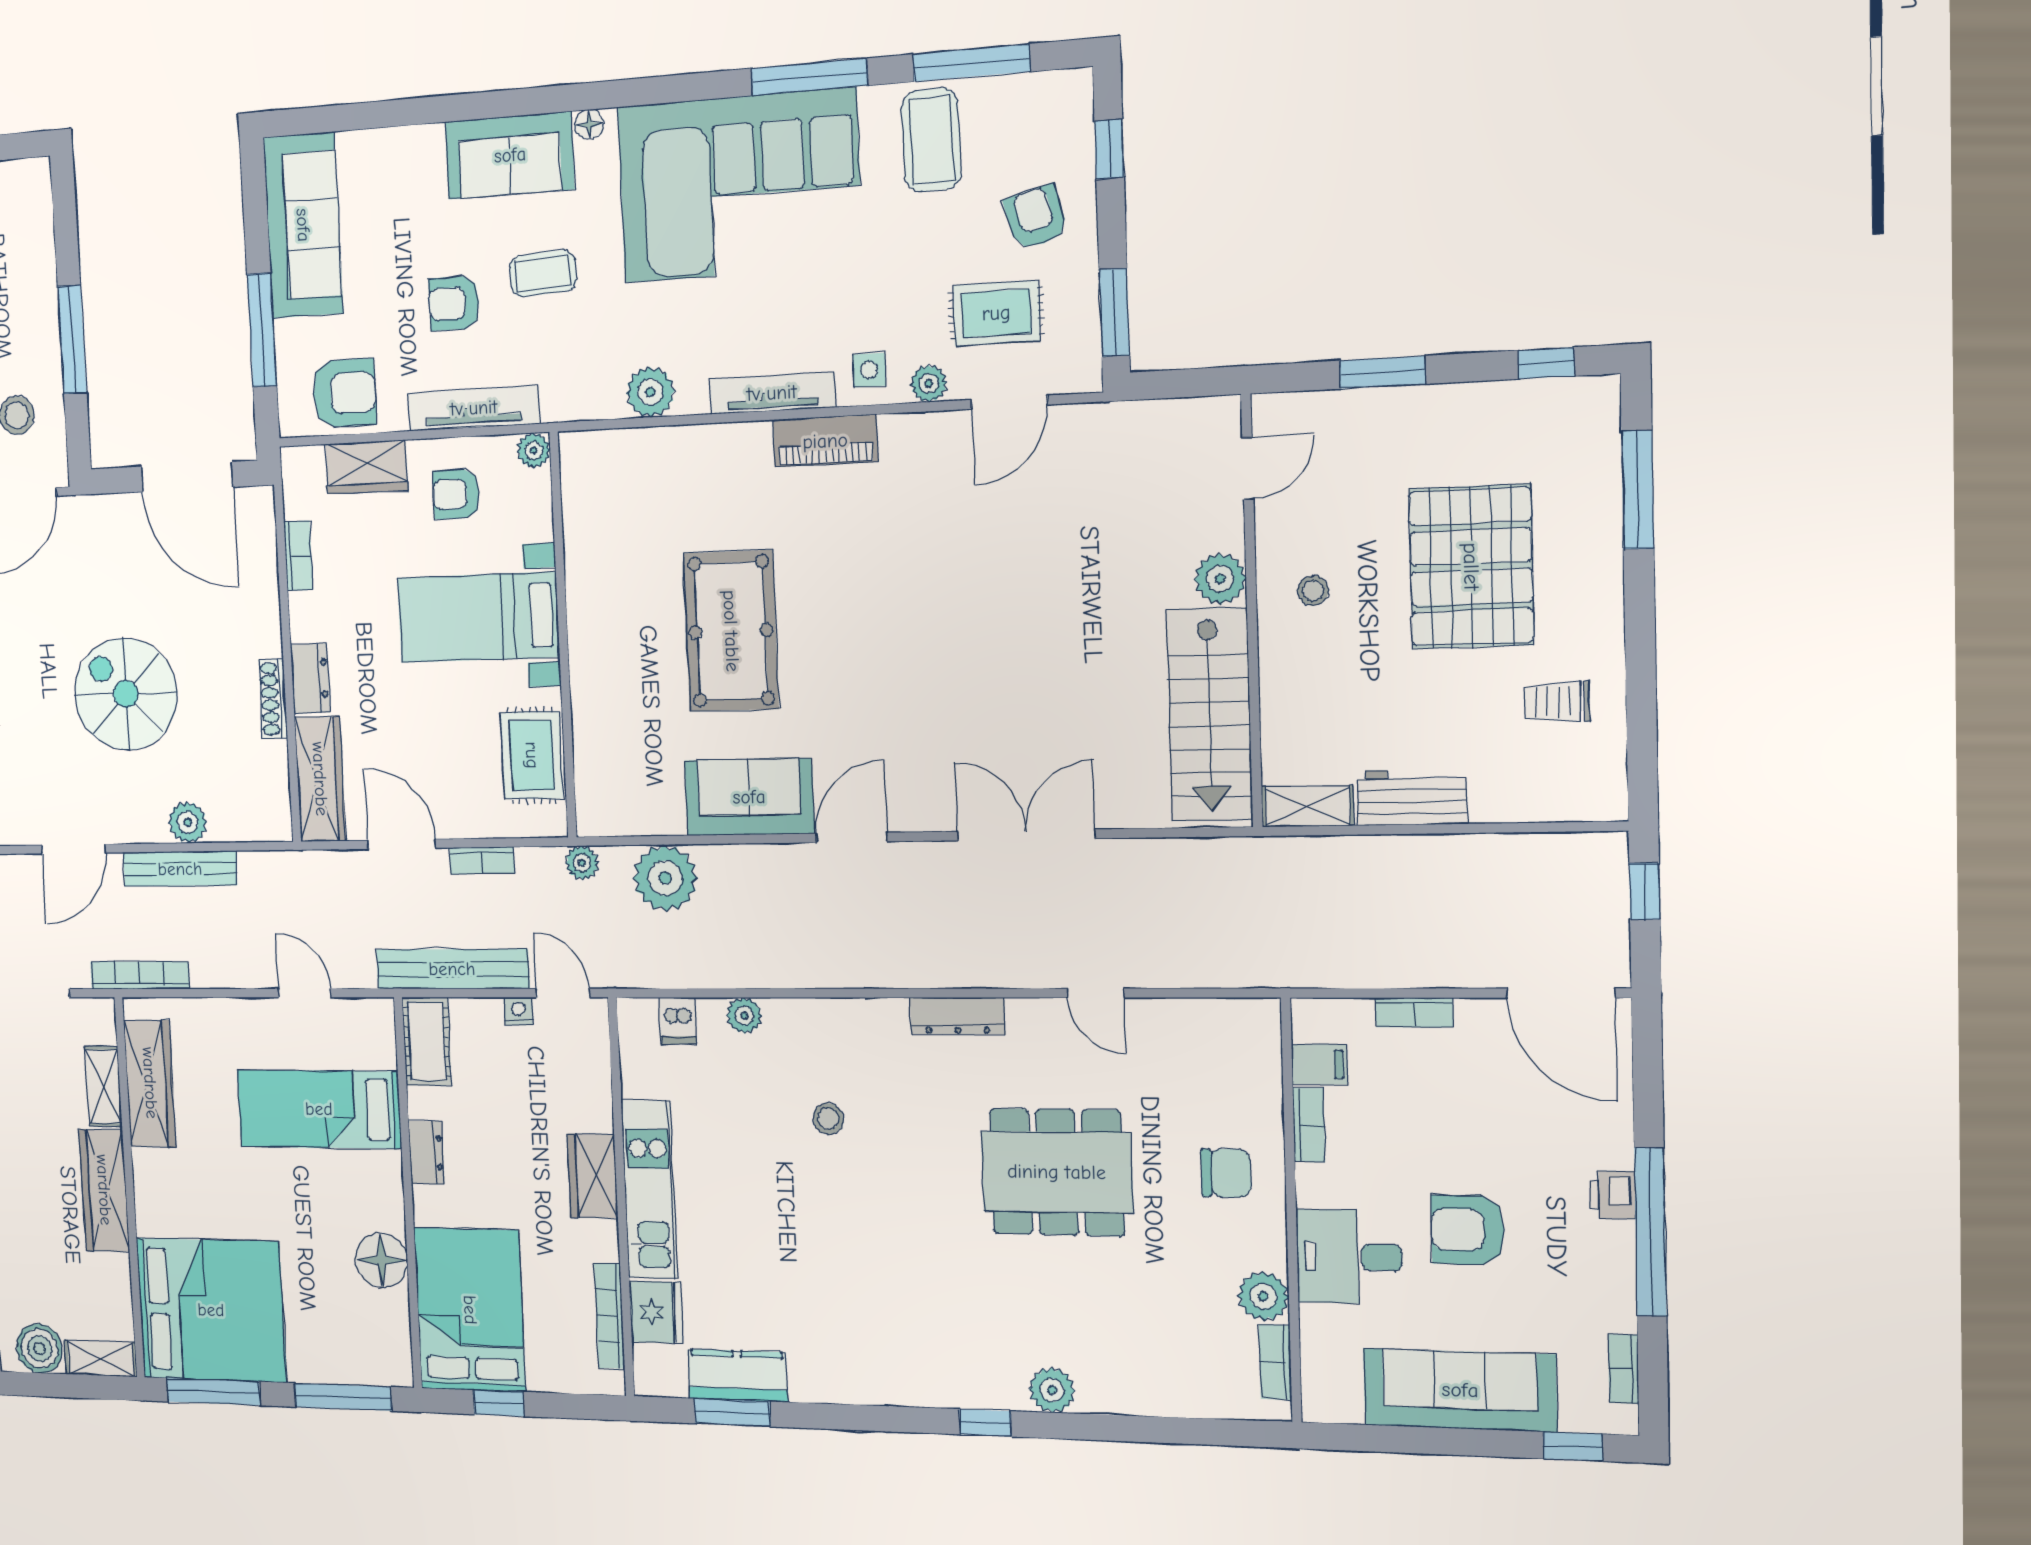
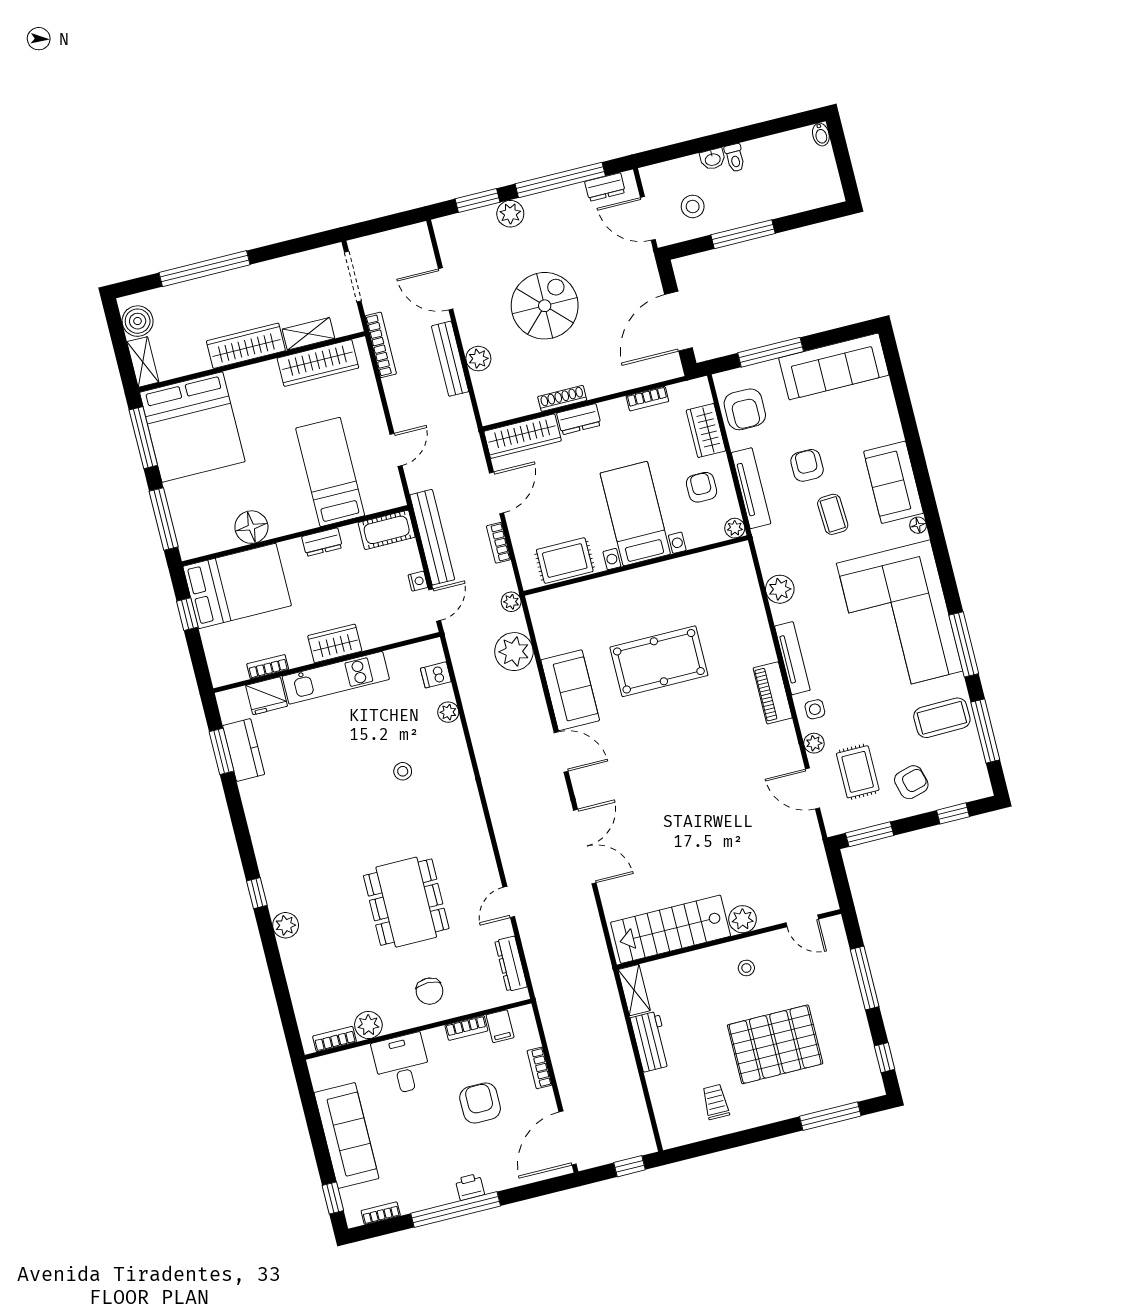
window: (1382, 372) -> (865, 978), width x1.44
dresser: (957, 1016) -> (511, 964), moved
armchair: (1468, 1230) -> (480, 1103), moved
bookcase: (610, 1316) -> (268, 667), width x0.64

